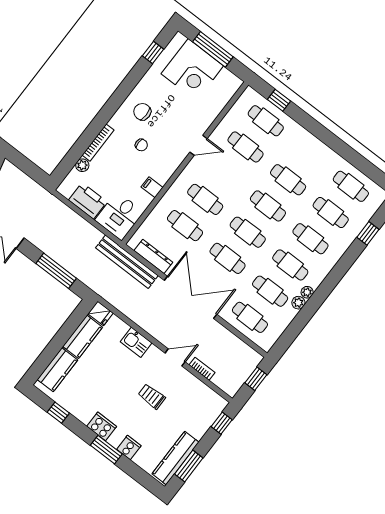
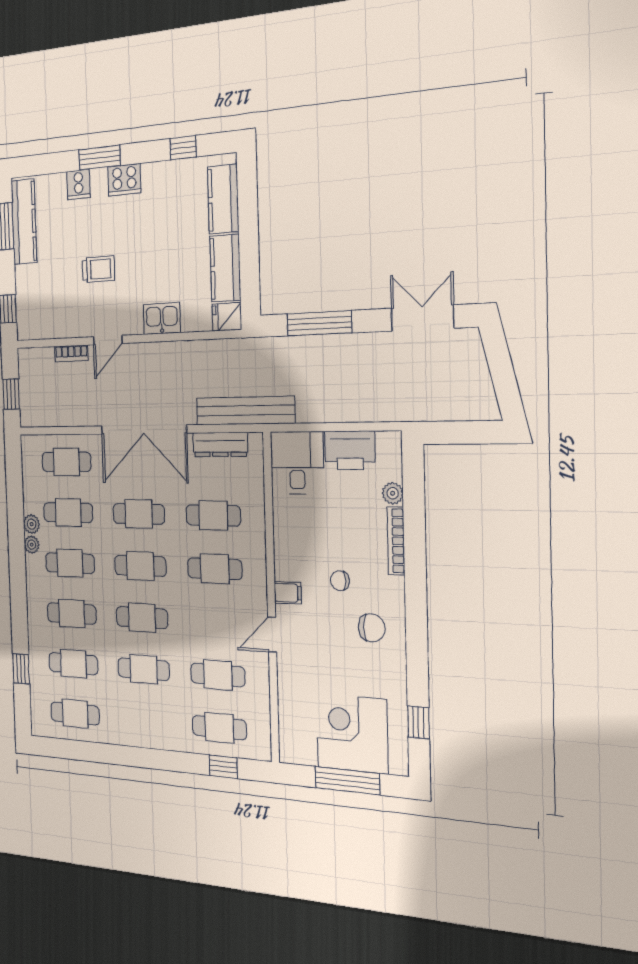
filing cabinet: (152, 187) -> (288, 593), moved

